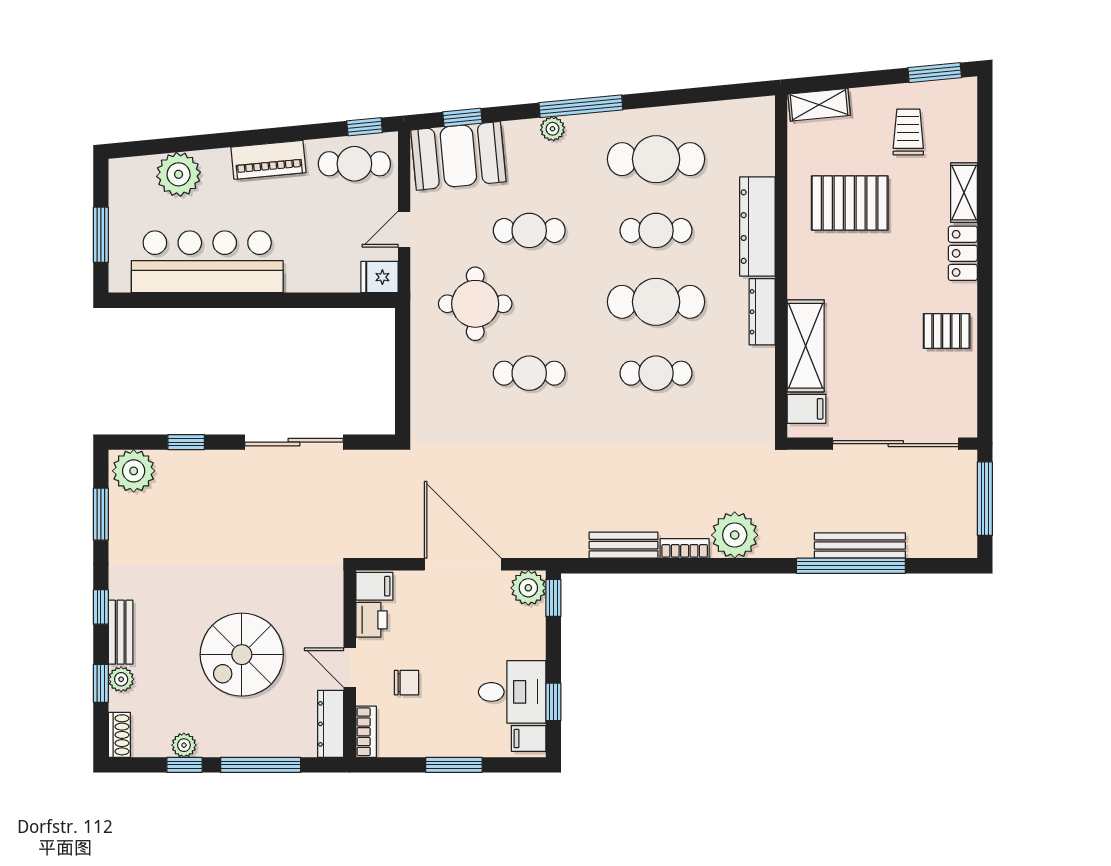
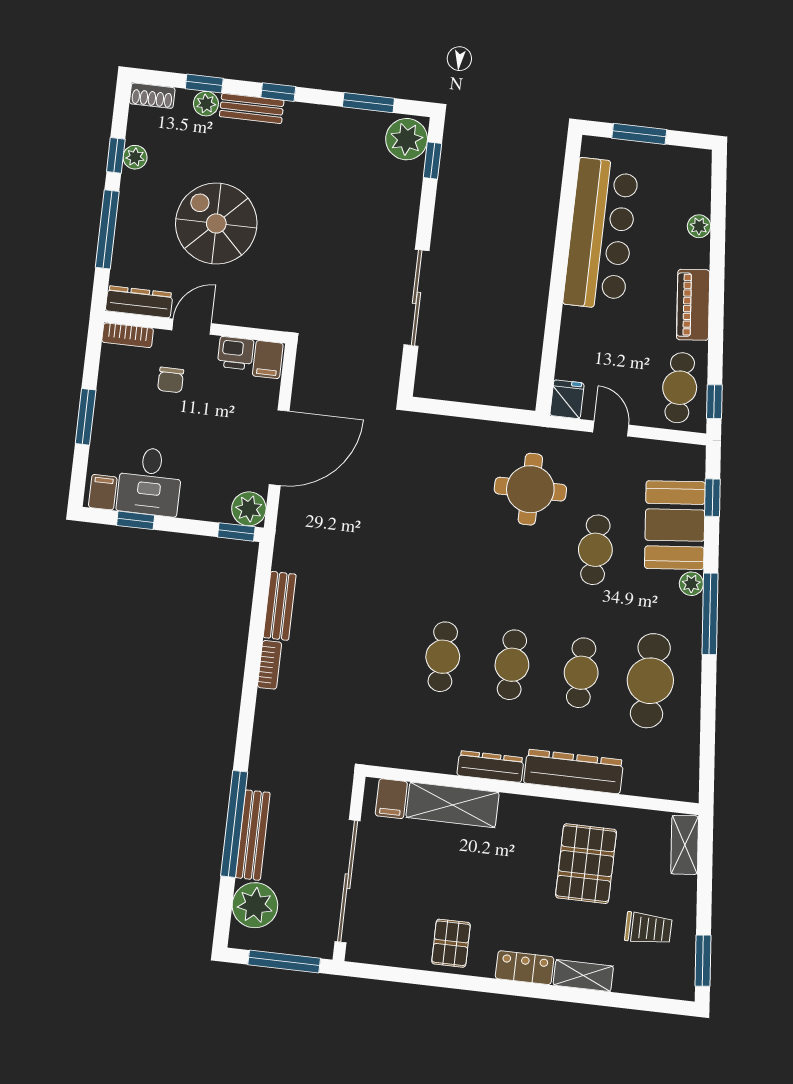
booth: (458, 156) -> (675, 525), moved
plant: (179, 174) -> (699, 226), width x0.53, depth x0.53
cafe table: (656, 302) -> (512, 665), width x0.73, depth x0.74
cafe table: (529, 373) -> (457, 534), removed
window: (186, 442) -> (432, 160), moved
plant: (735, 535) -> (255, 905), moved

